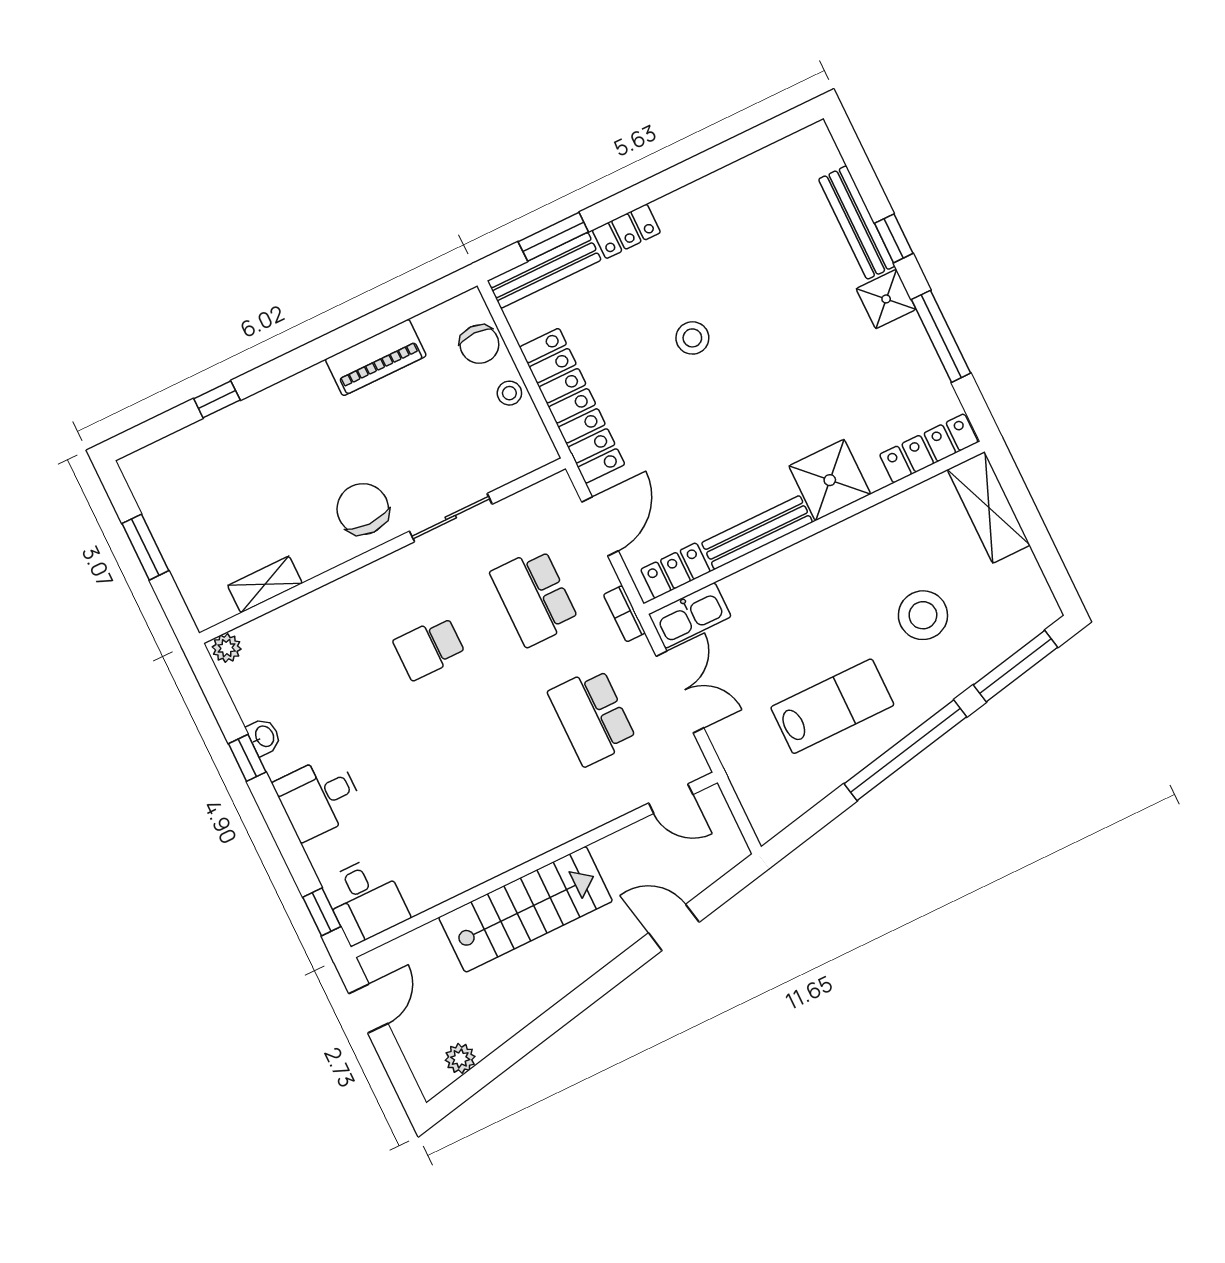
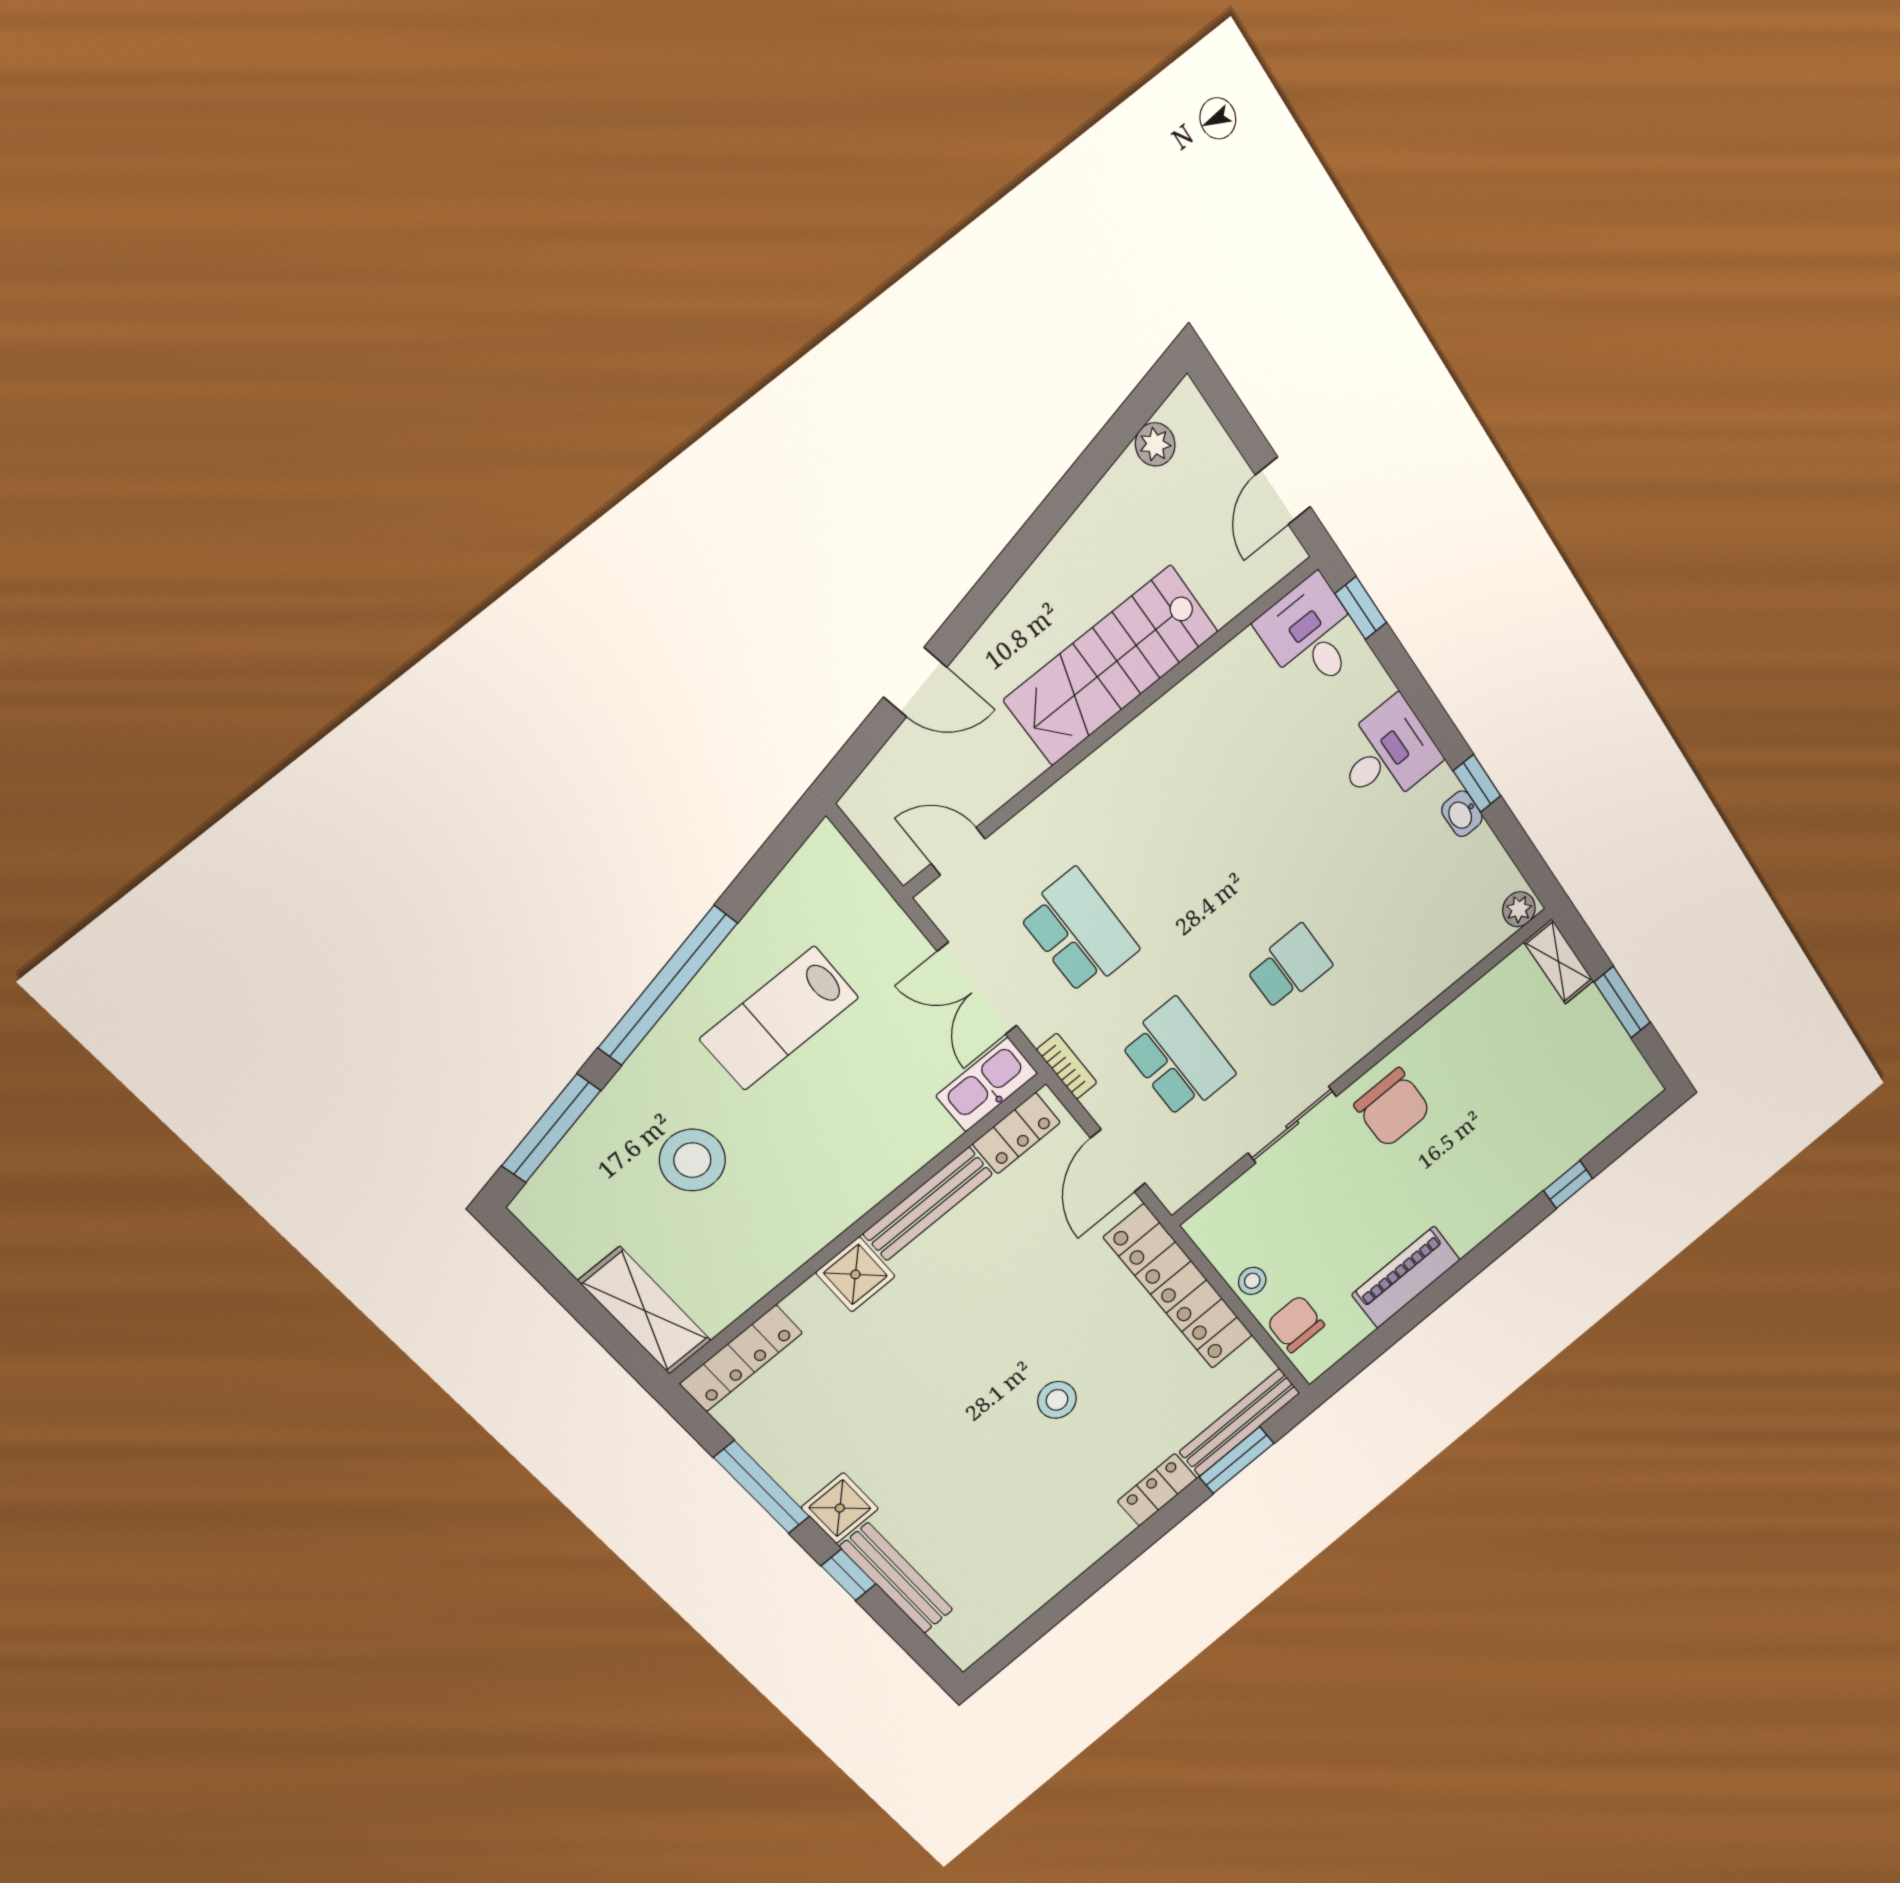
shower: (830, 480) -> (855, 1274), width x0.73, depth x0.73
shelving: (265, 584) -> (1559, 962), moved, turned 90

